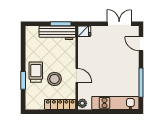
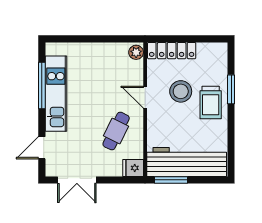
workbench: (57, 33) -> (187, 162), width x1.36, depth x1.32
door: (141, 44) -> (42, 148), swing flipped
cafe table: (95, 54) -> (116, 131), added
kitchen unit: (115, 103) -> (56, 94), moved, turned -90

